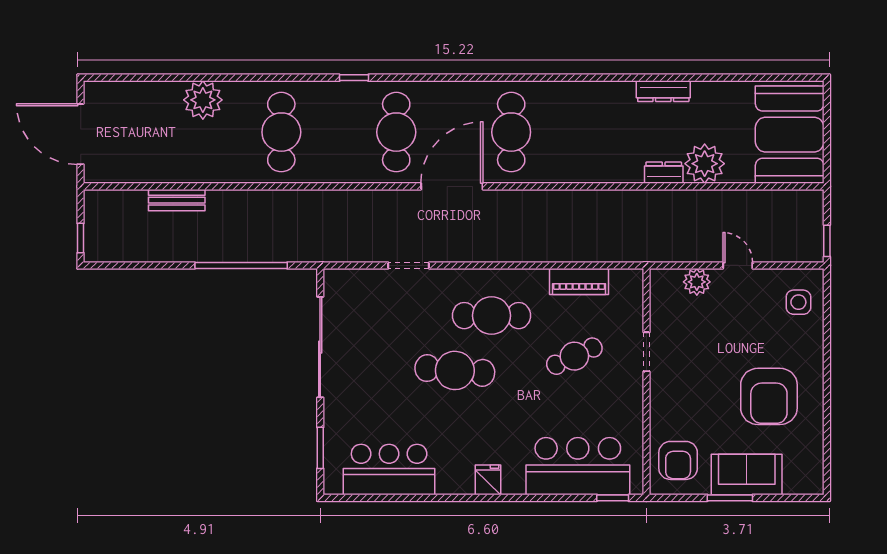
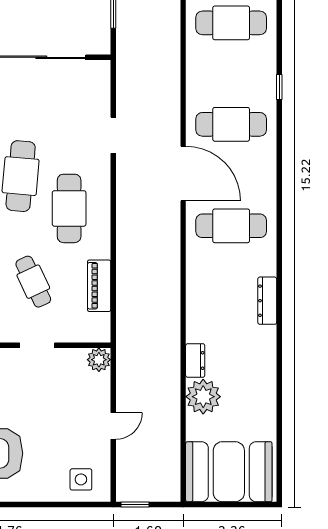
dresser: (663, 91) -> (267, 301), moved
plant: (697, 282) -> (99, 360), moved

